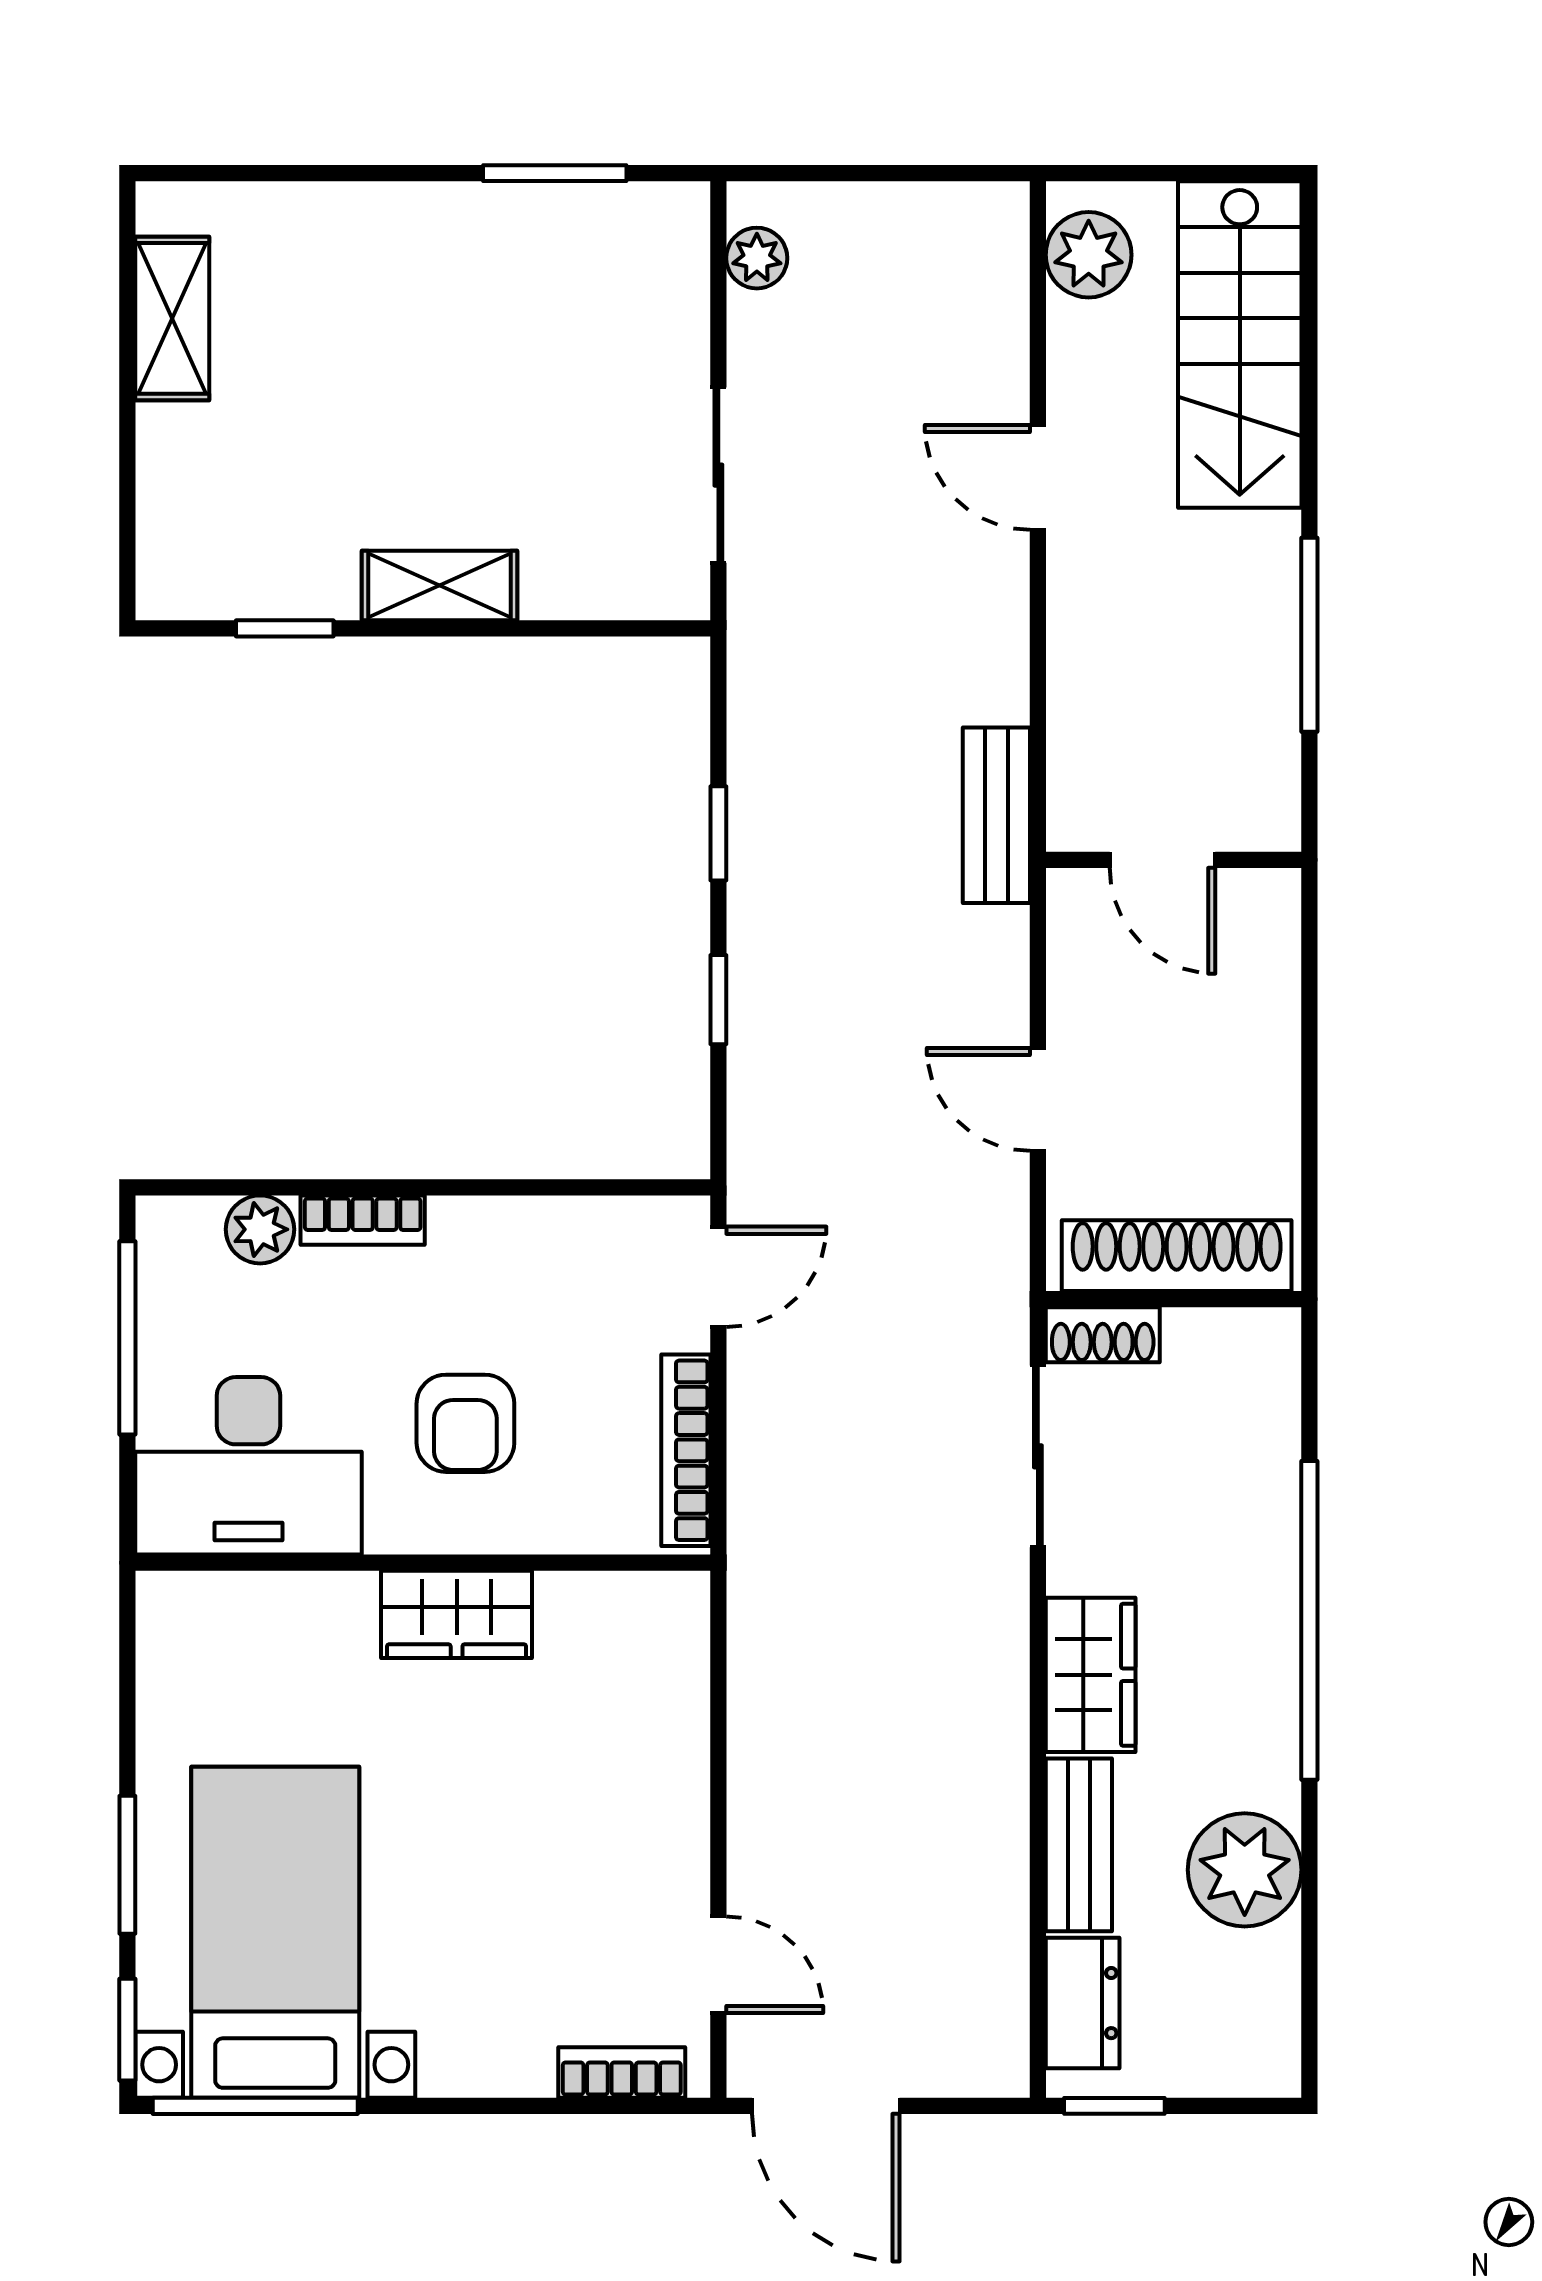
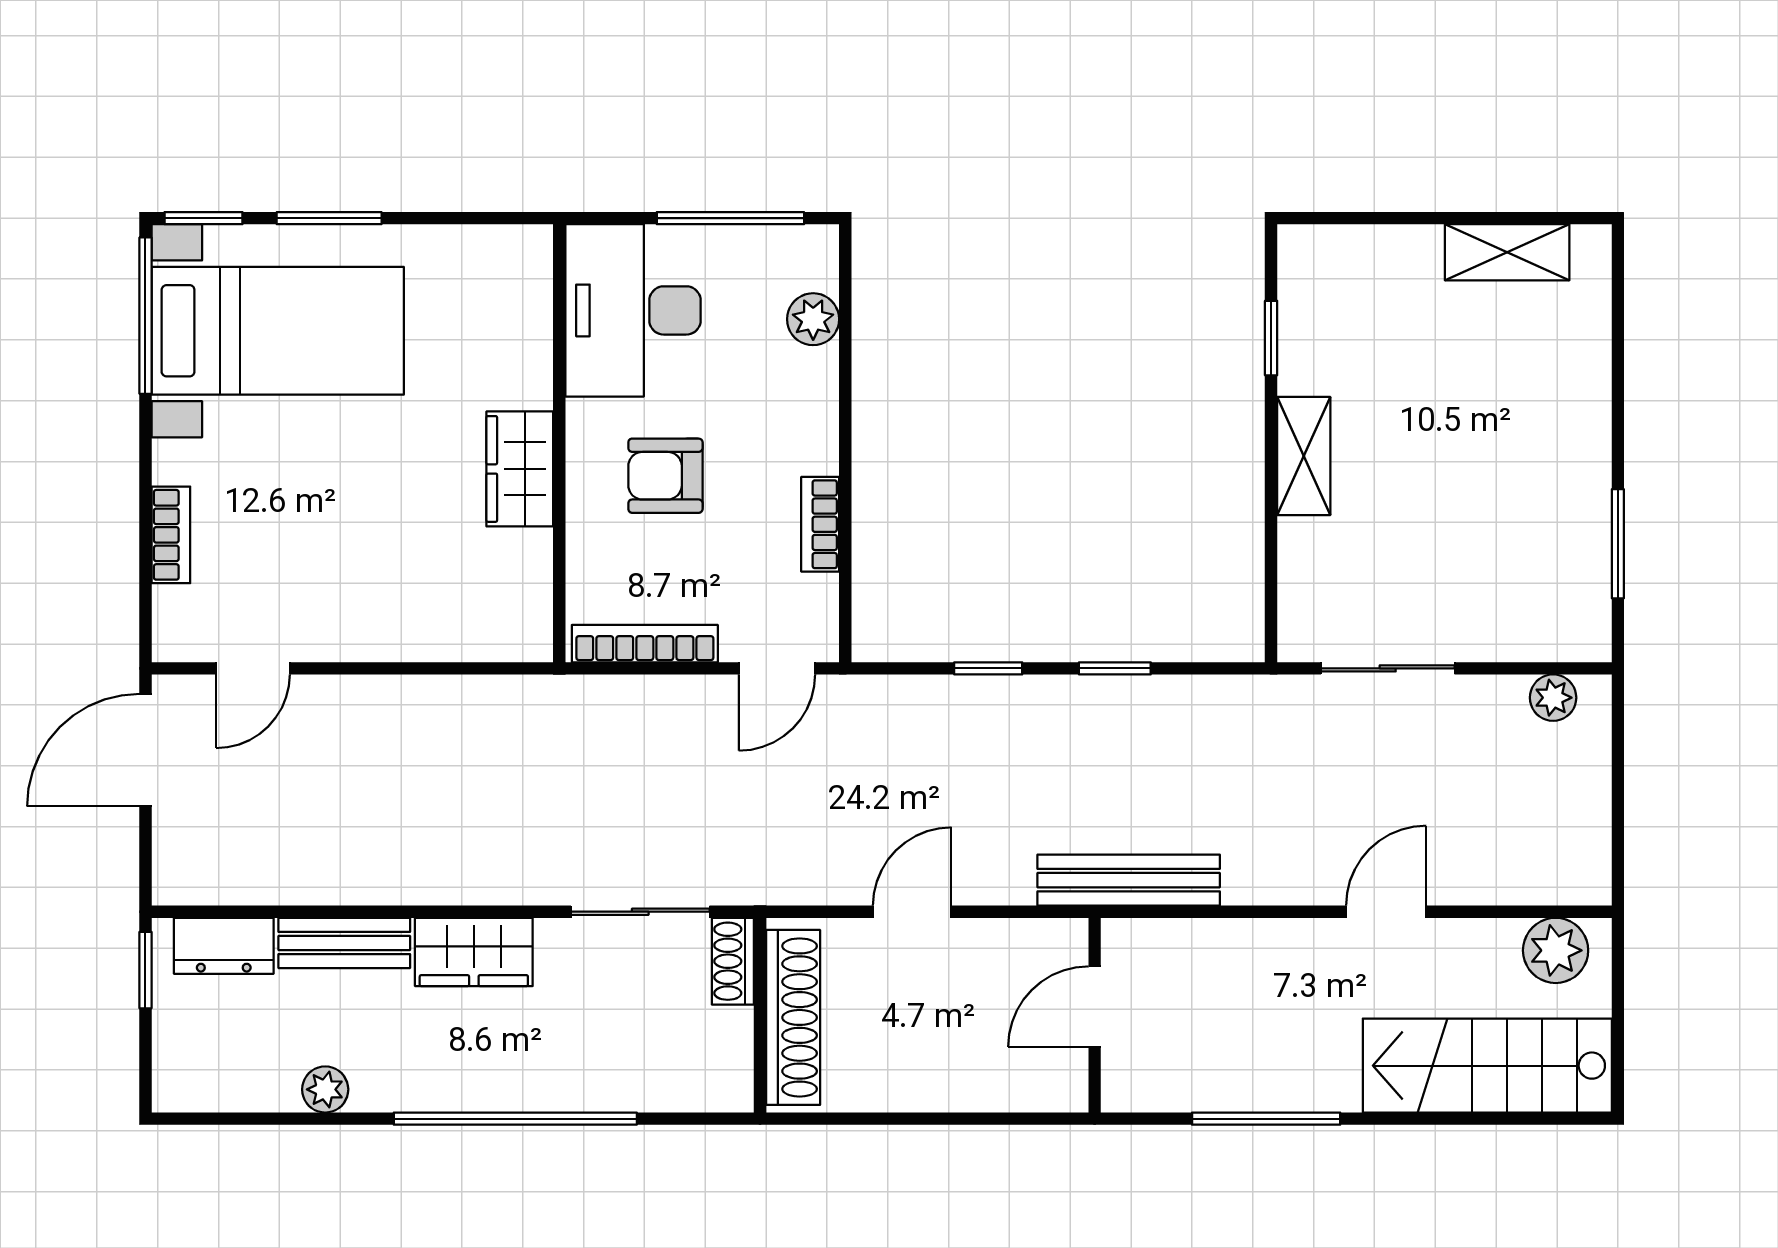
bench: (996, 815) -> (1129, 880), width x1.36
bookcase: (363, 1220) -> (820, 524), moved
door: (718, 1277) -> (777, 668), hinge flipped
plant: (1245, 1870) -> (325, 1089), width x0.53, depth x0.53
bookcase: (622, 2072) -> (171, 535), moved

